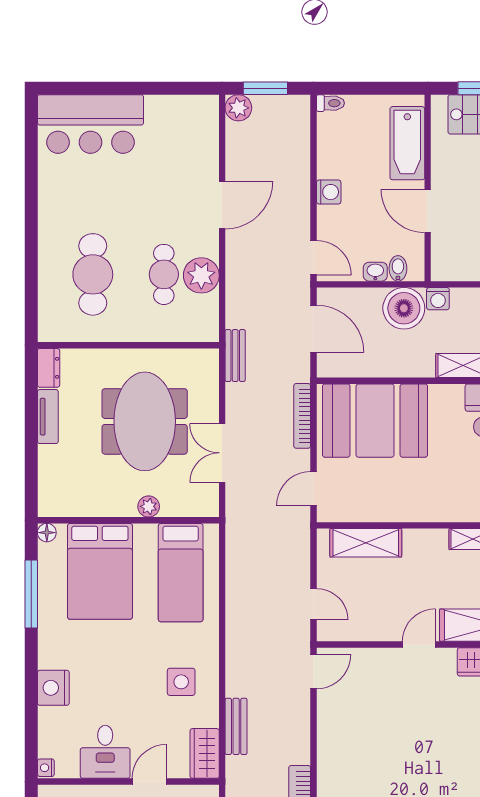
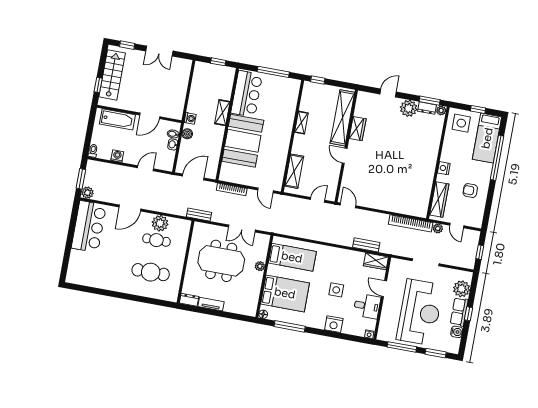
bar counter: (90, 124) -> (89, 227), moved
washing machine: (329, 192) -> (117, 156), moved
door: (222, 205) -> (130, 208), swing flipped
door: (313, 258) -> (145, 168), moved
boiler: (404, 308) -> (187, 134), width x0.54, depth x0.54
booth: (375, 421) -> (243, 141), moved
side table: (181, 682) -> (336, 290), moved

